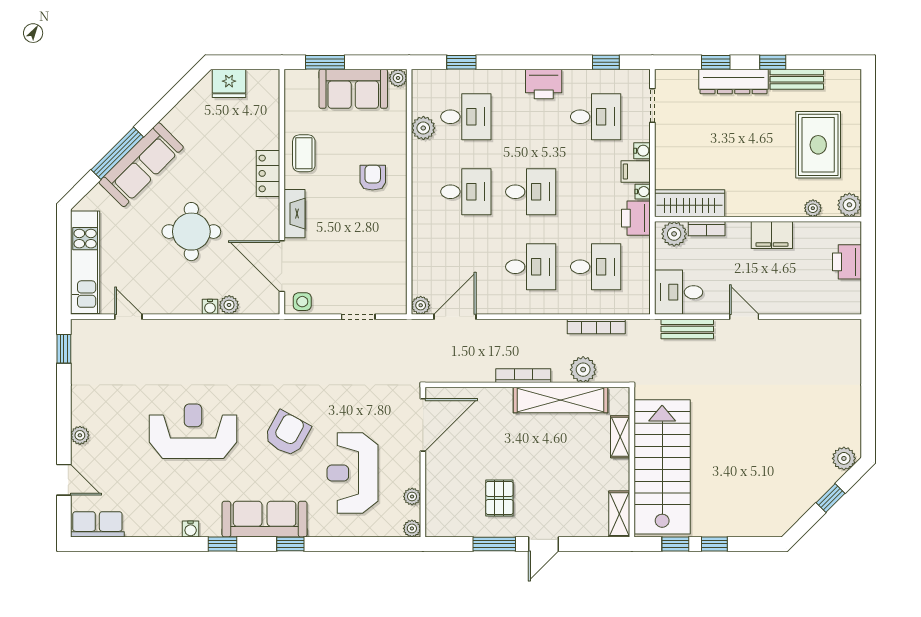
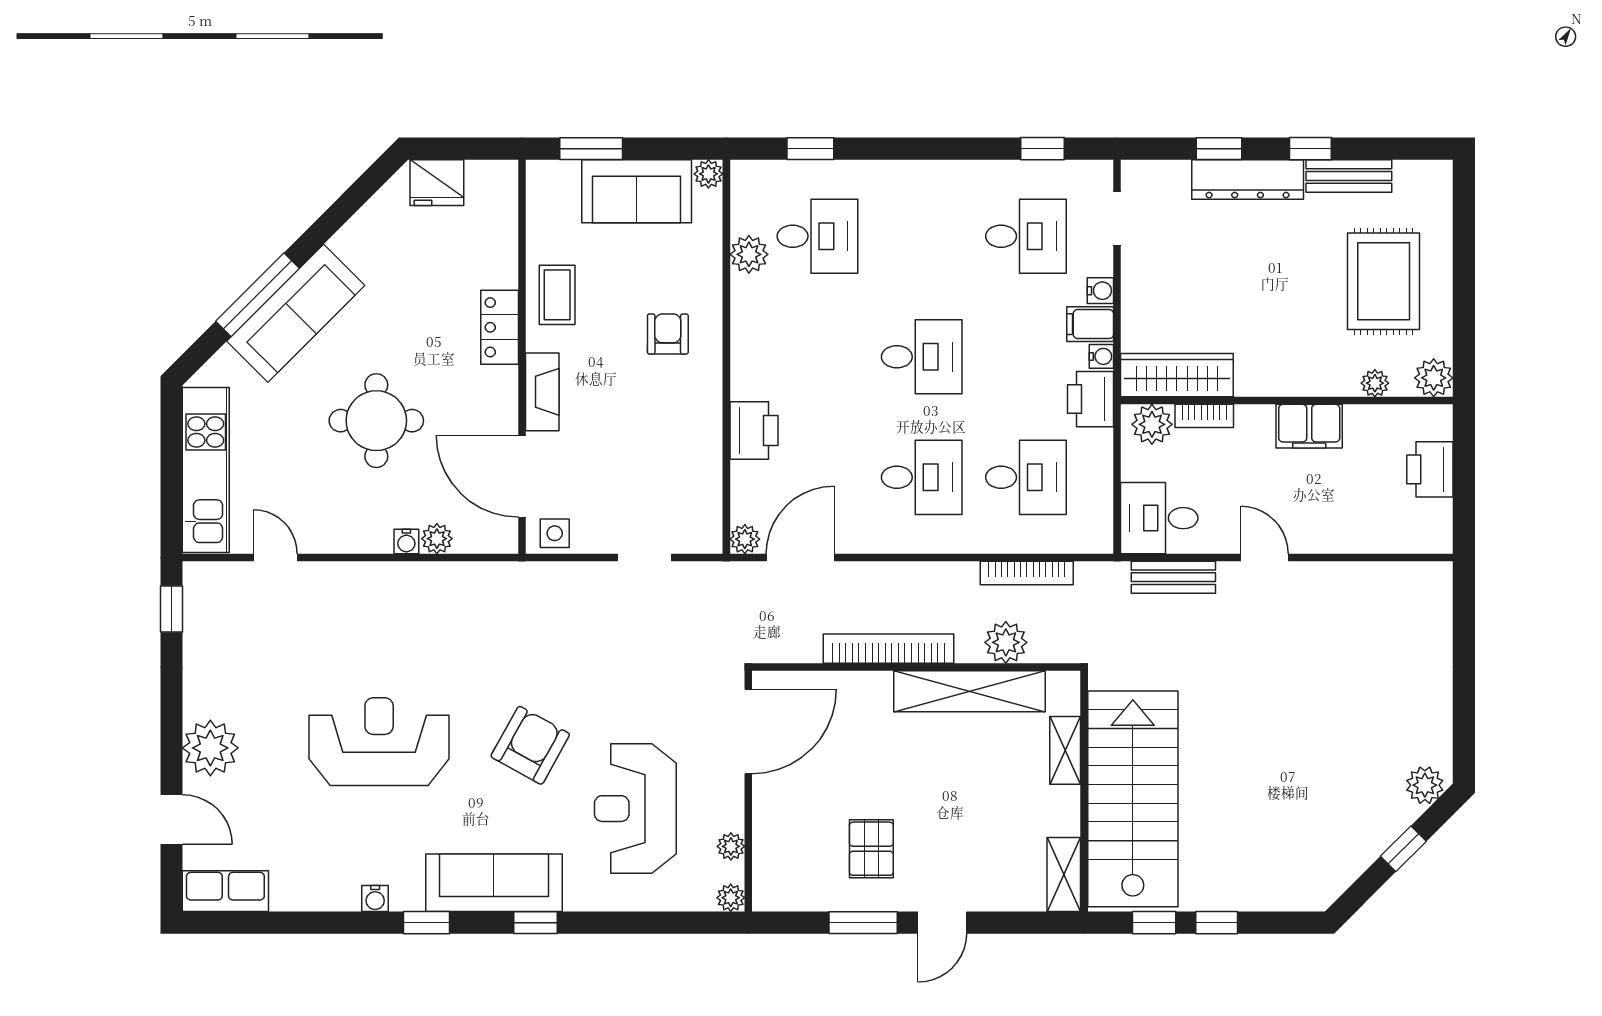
printer: (544, 84) -> (754, 430), moved, turned -90
desk: (466, 192) -> (817, 357), removed
bookcase: (523, 376) -> (889, 649), width x1.48, depth x1.31
plant: (80, 435) -> (210, 748), width x1.88, depth x1.88

